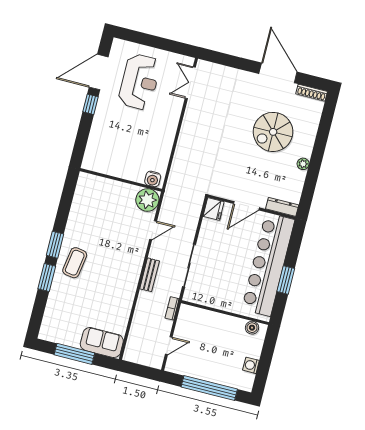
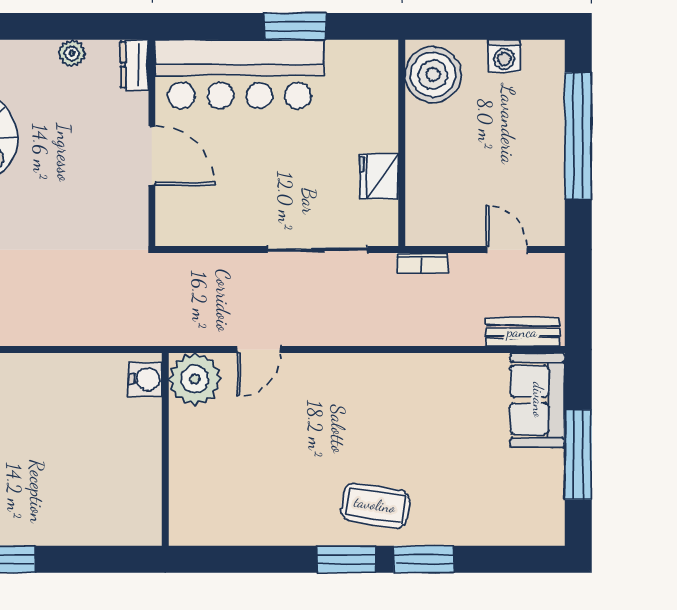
plant: (303, 164) -> (72, 53), moved
dresser: (282, 207) -> (135, 65), width x0.70
fridge: (214, 209) -> (379, 176), moved, turned -90
door: (153, 230) -> (259, 349), swing flipped
bar counter: (268, 264) -> (240, 74), width x0.73
bench: (150, 275) -> (522, 332), moved
boiler: (252, 328) -> (433, 75), width x1.86, depth x1.86

